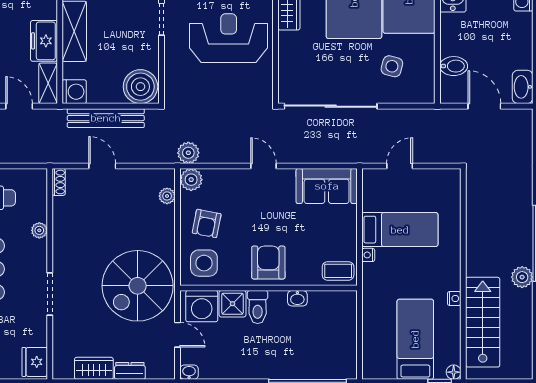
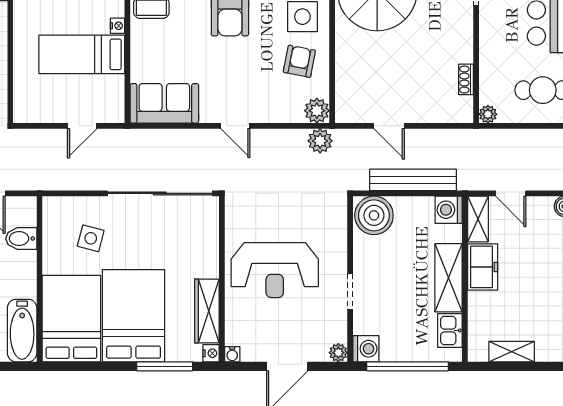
door: (102, 166) -> (389, 126), moved
shoe rack: (59, 182) -> (466, 79), moved
plant: (167, 196) -> (344, 92), removed
plant: (39, 230) -> (488, 114), moved

